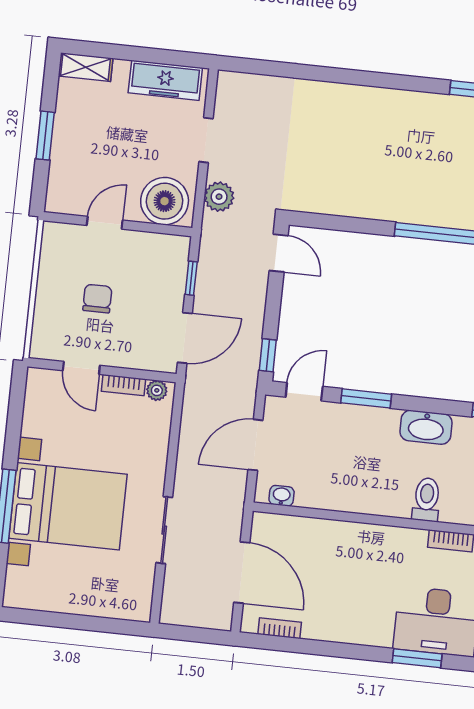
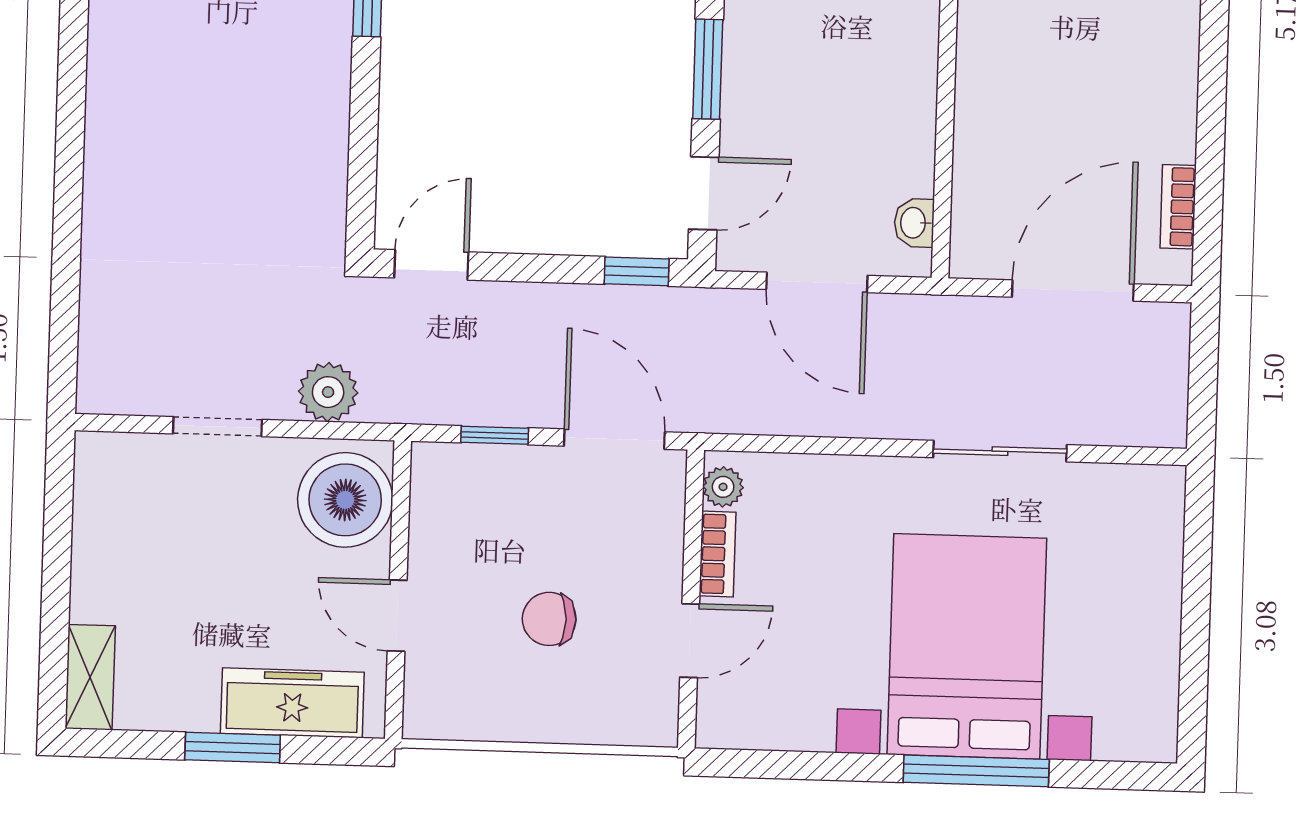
freezer: (165, 80) -> (292, 703), moved, turned -90
door: (304, 392) -> (704, 193), swing flipped

